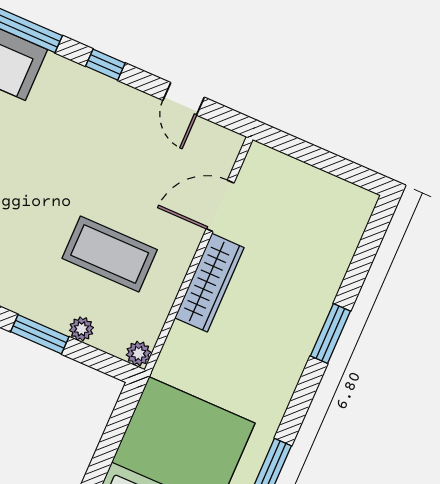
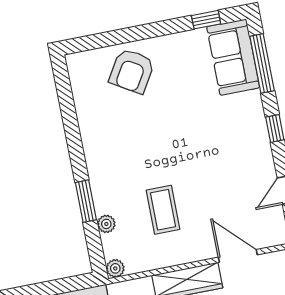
coffee table: (110, 254) -> (163, 210), width x0.73, depth x0.76

